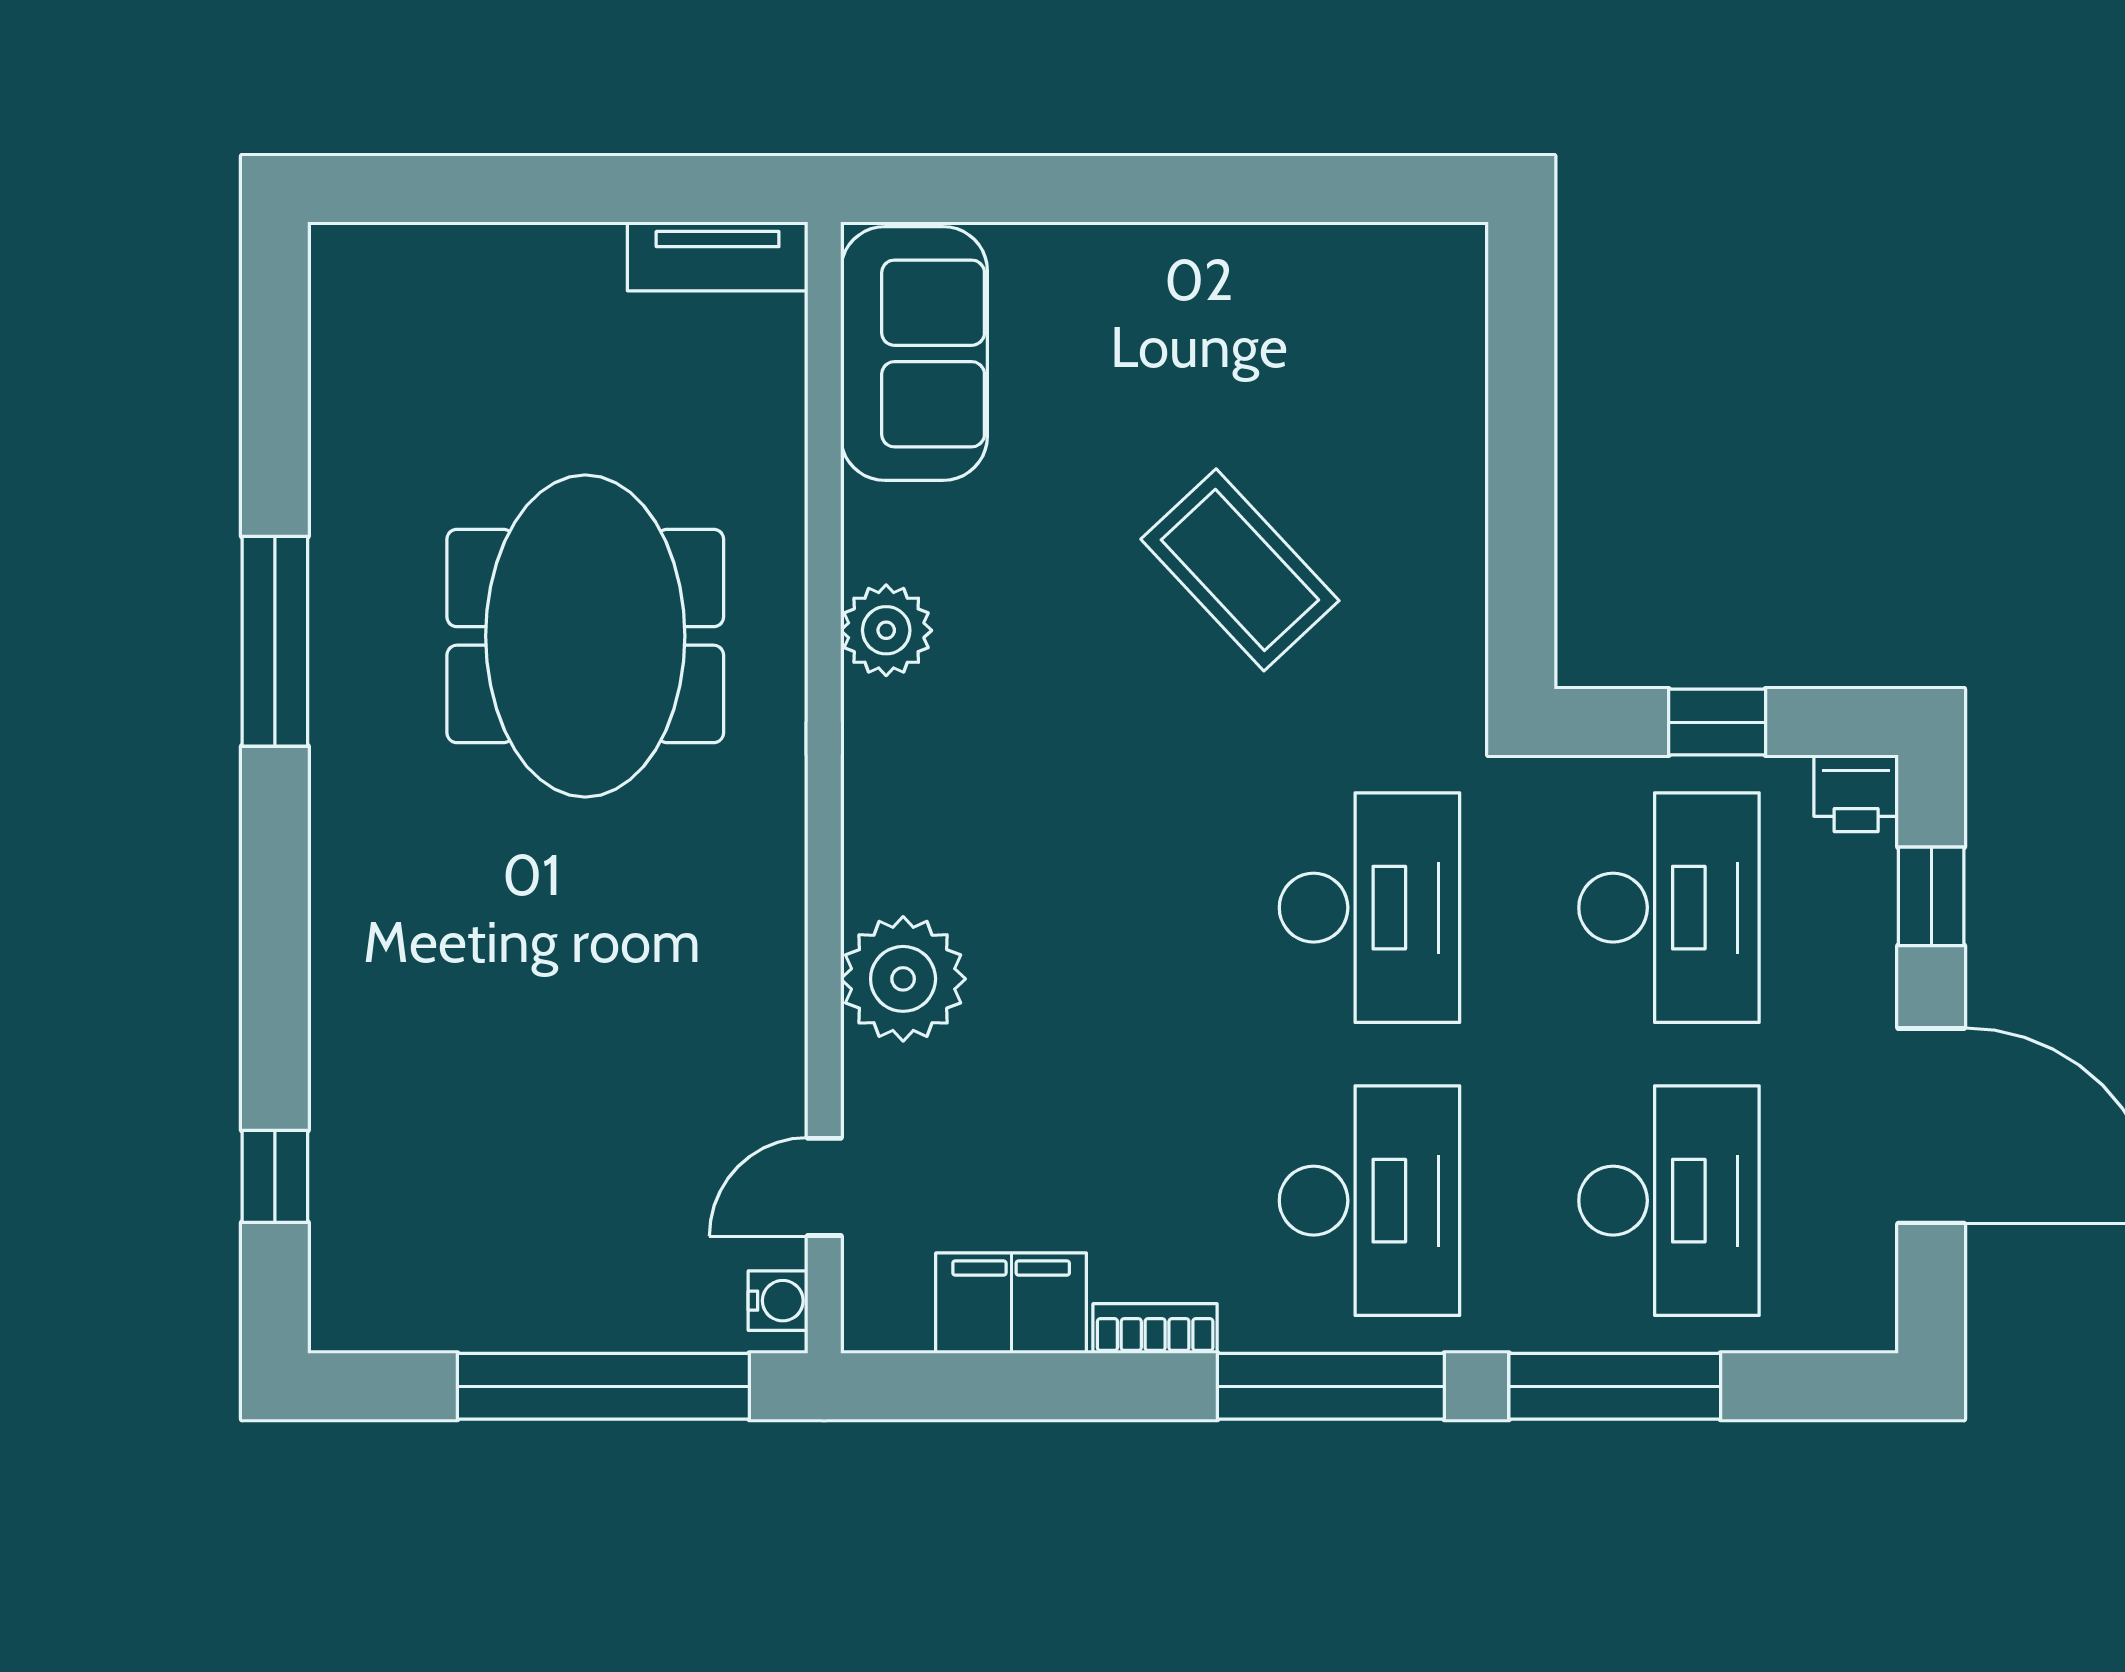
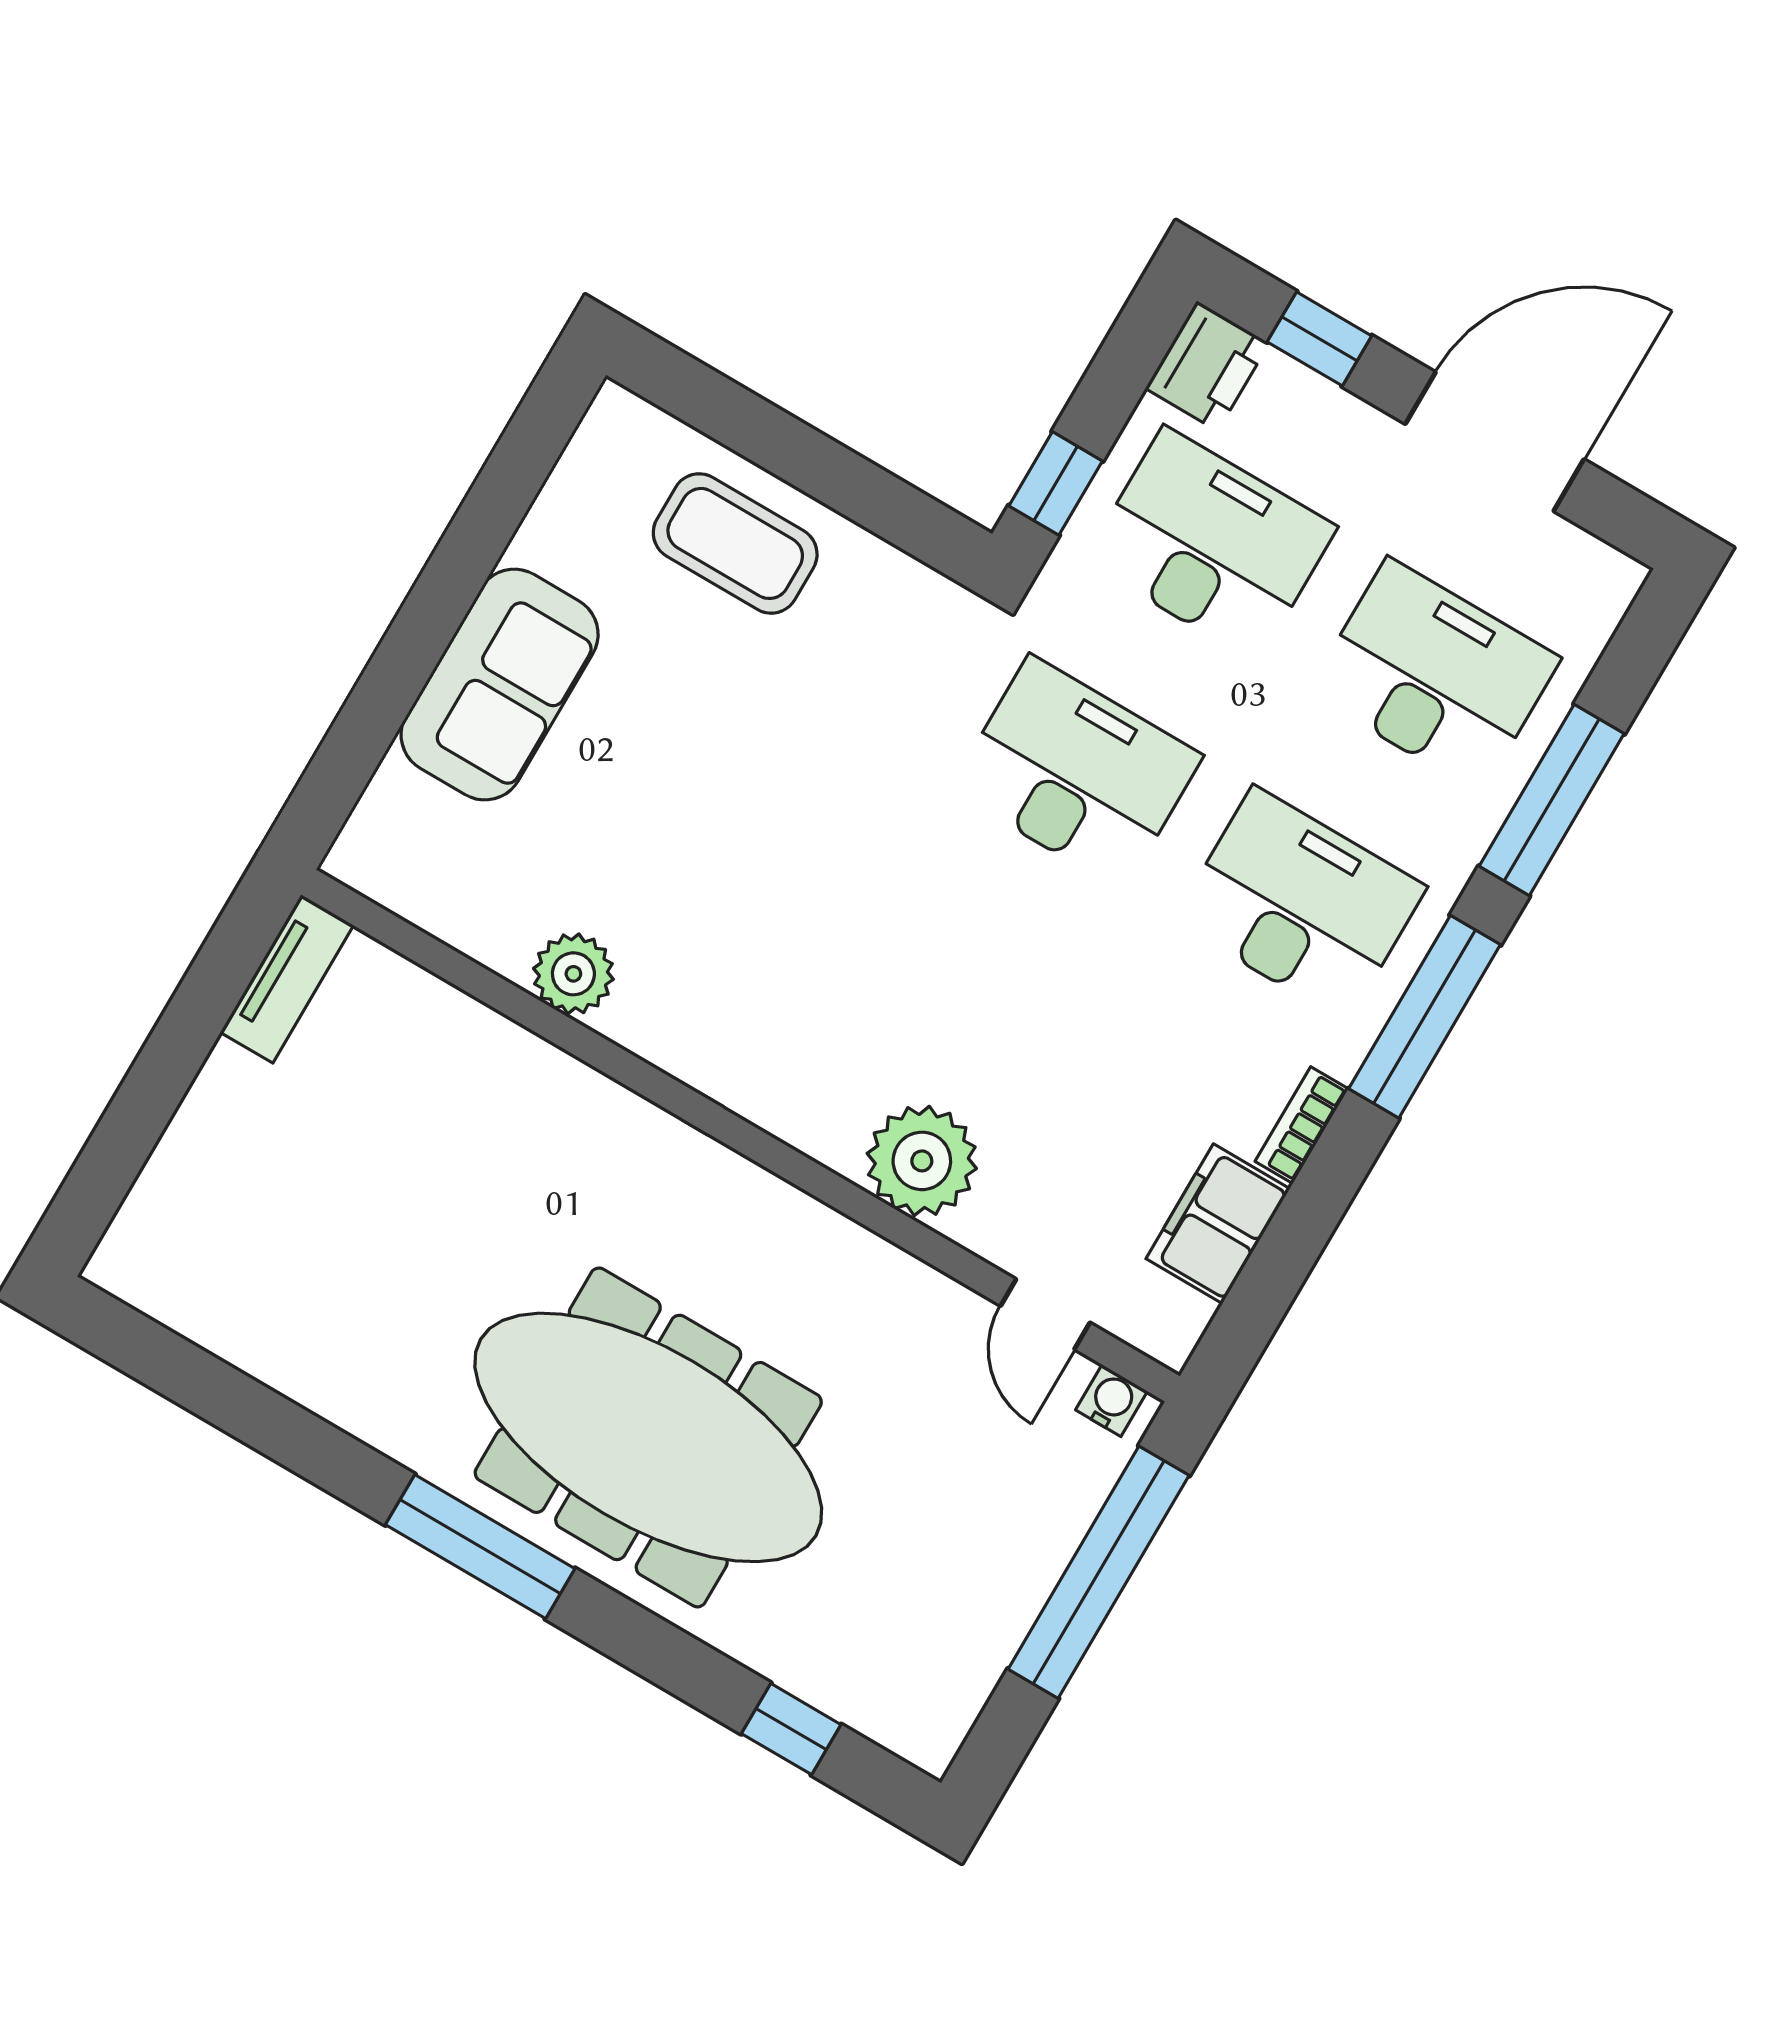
sofa: (914, 353) -> (500, 685), moved, turned 90
coffee table: (1240, 570) -> (735, 543), moved, turned 43
plant: (886, 630) -> (573, 974), moved
meeting table: (585, 636) -> (648, 1437), moved, width x1.36
window: (275, 641) -> (480, 1547), moved
window: (1717, 722) -> (1056, 483), moved
printer: (1856, 793) -> (1207, 366), width x1.36, depth x1.24

